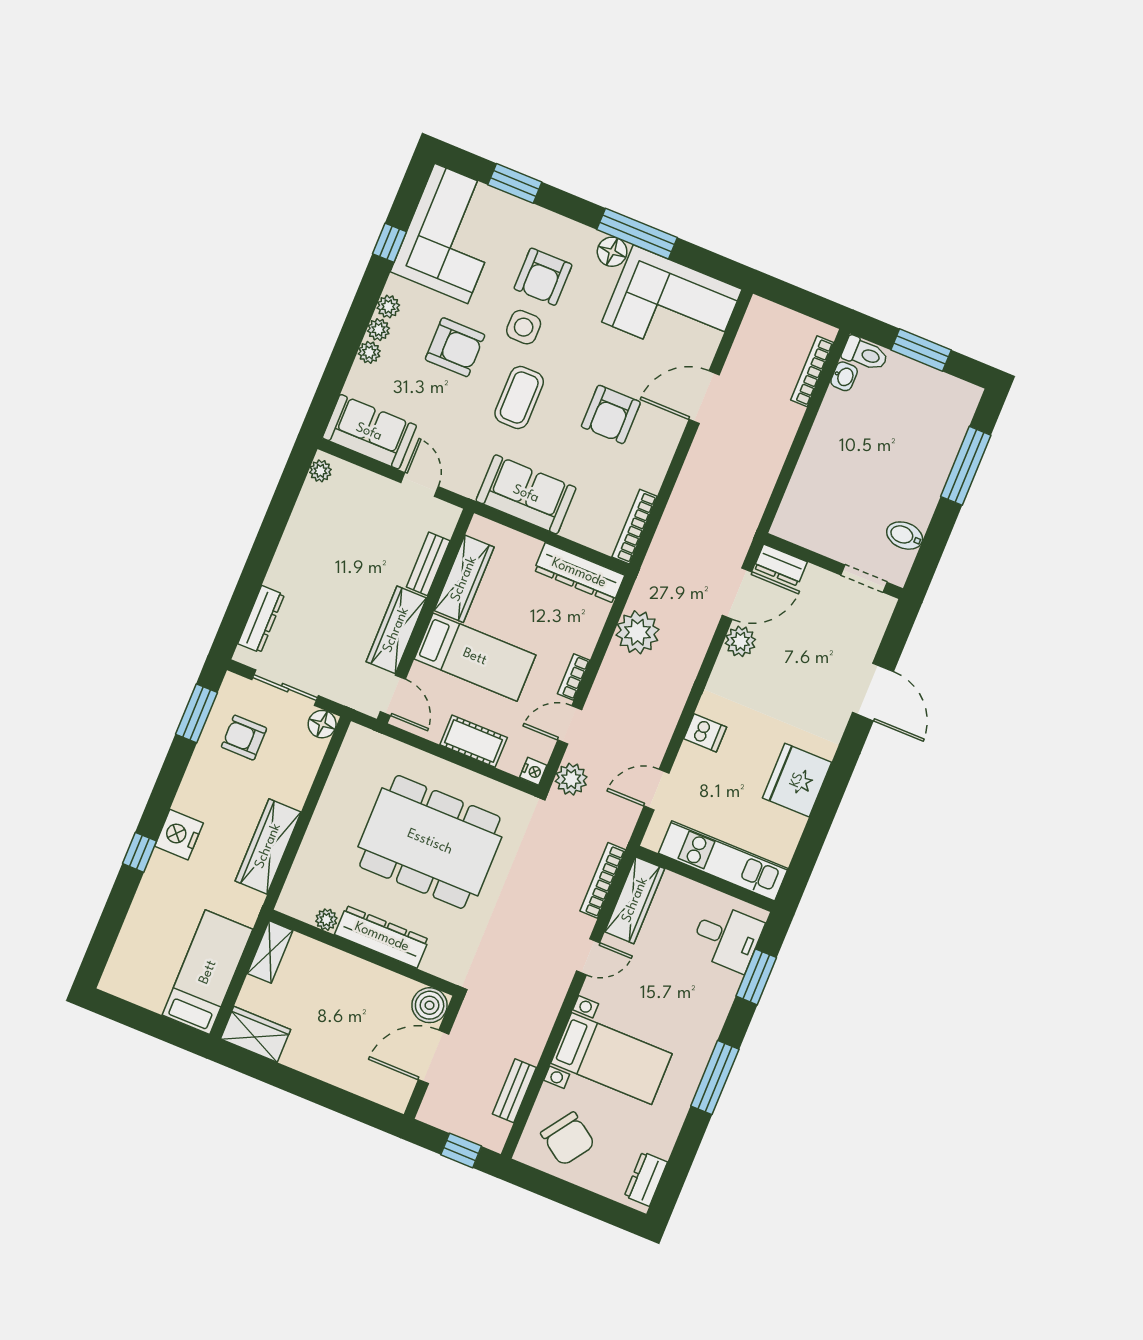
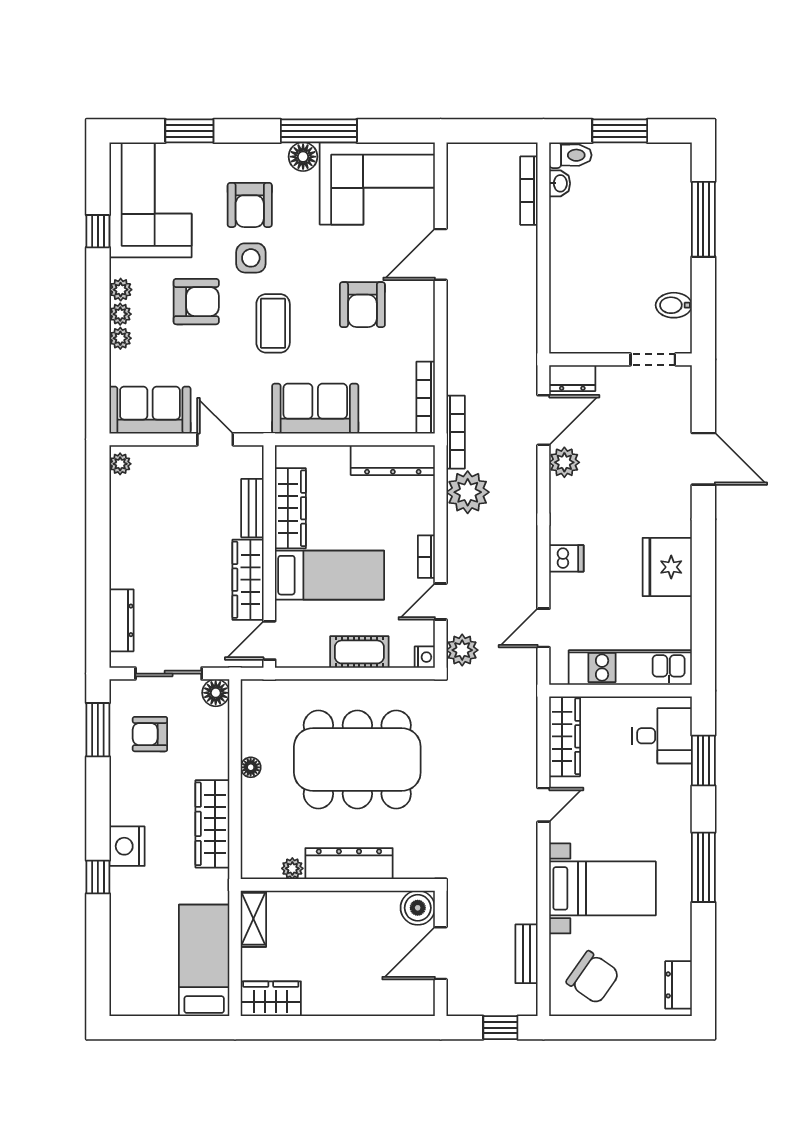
door: (393, 695) -> (269, 640), swing flipped
floor lamp: (326, 808) -> (251, 767), added
bookcase: (603, 880) -> (456, 432), moved, turned 180

